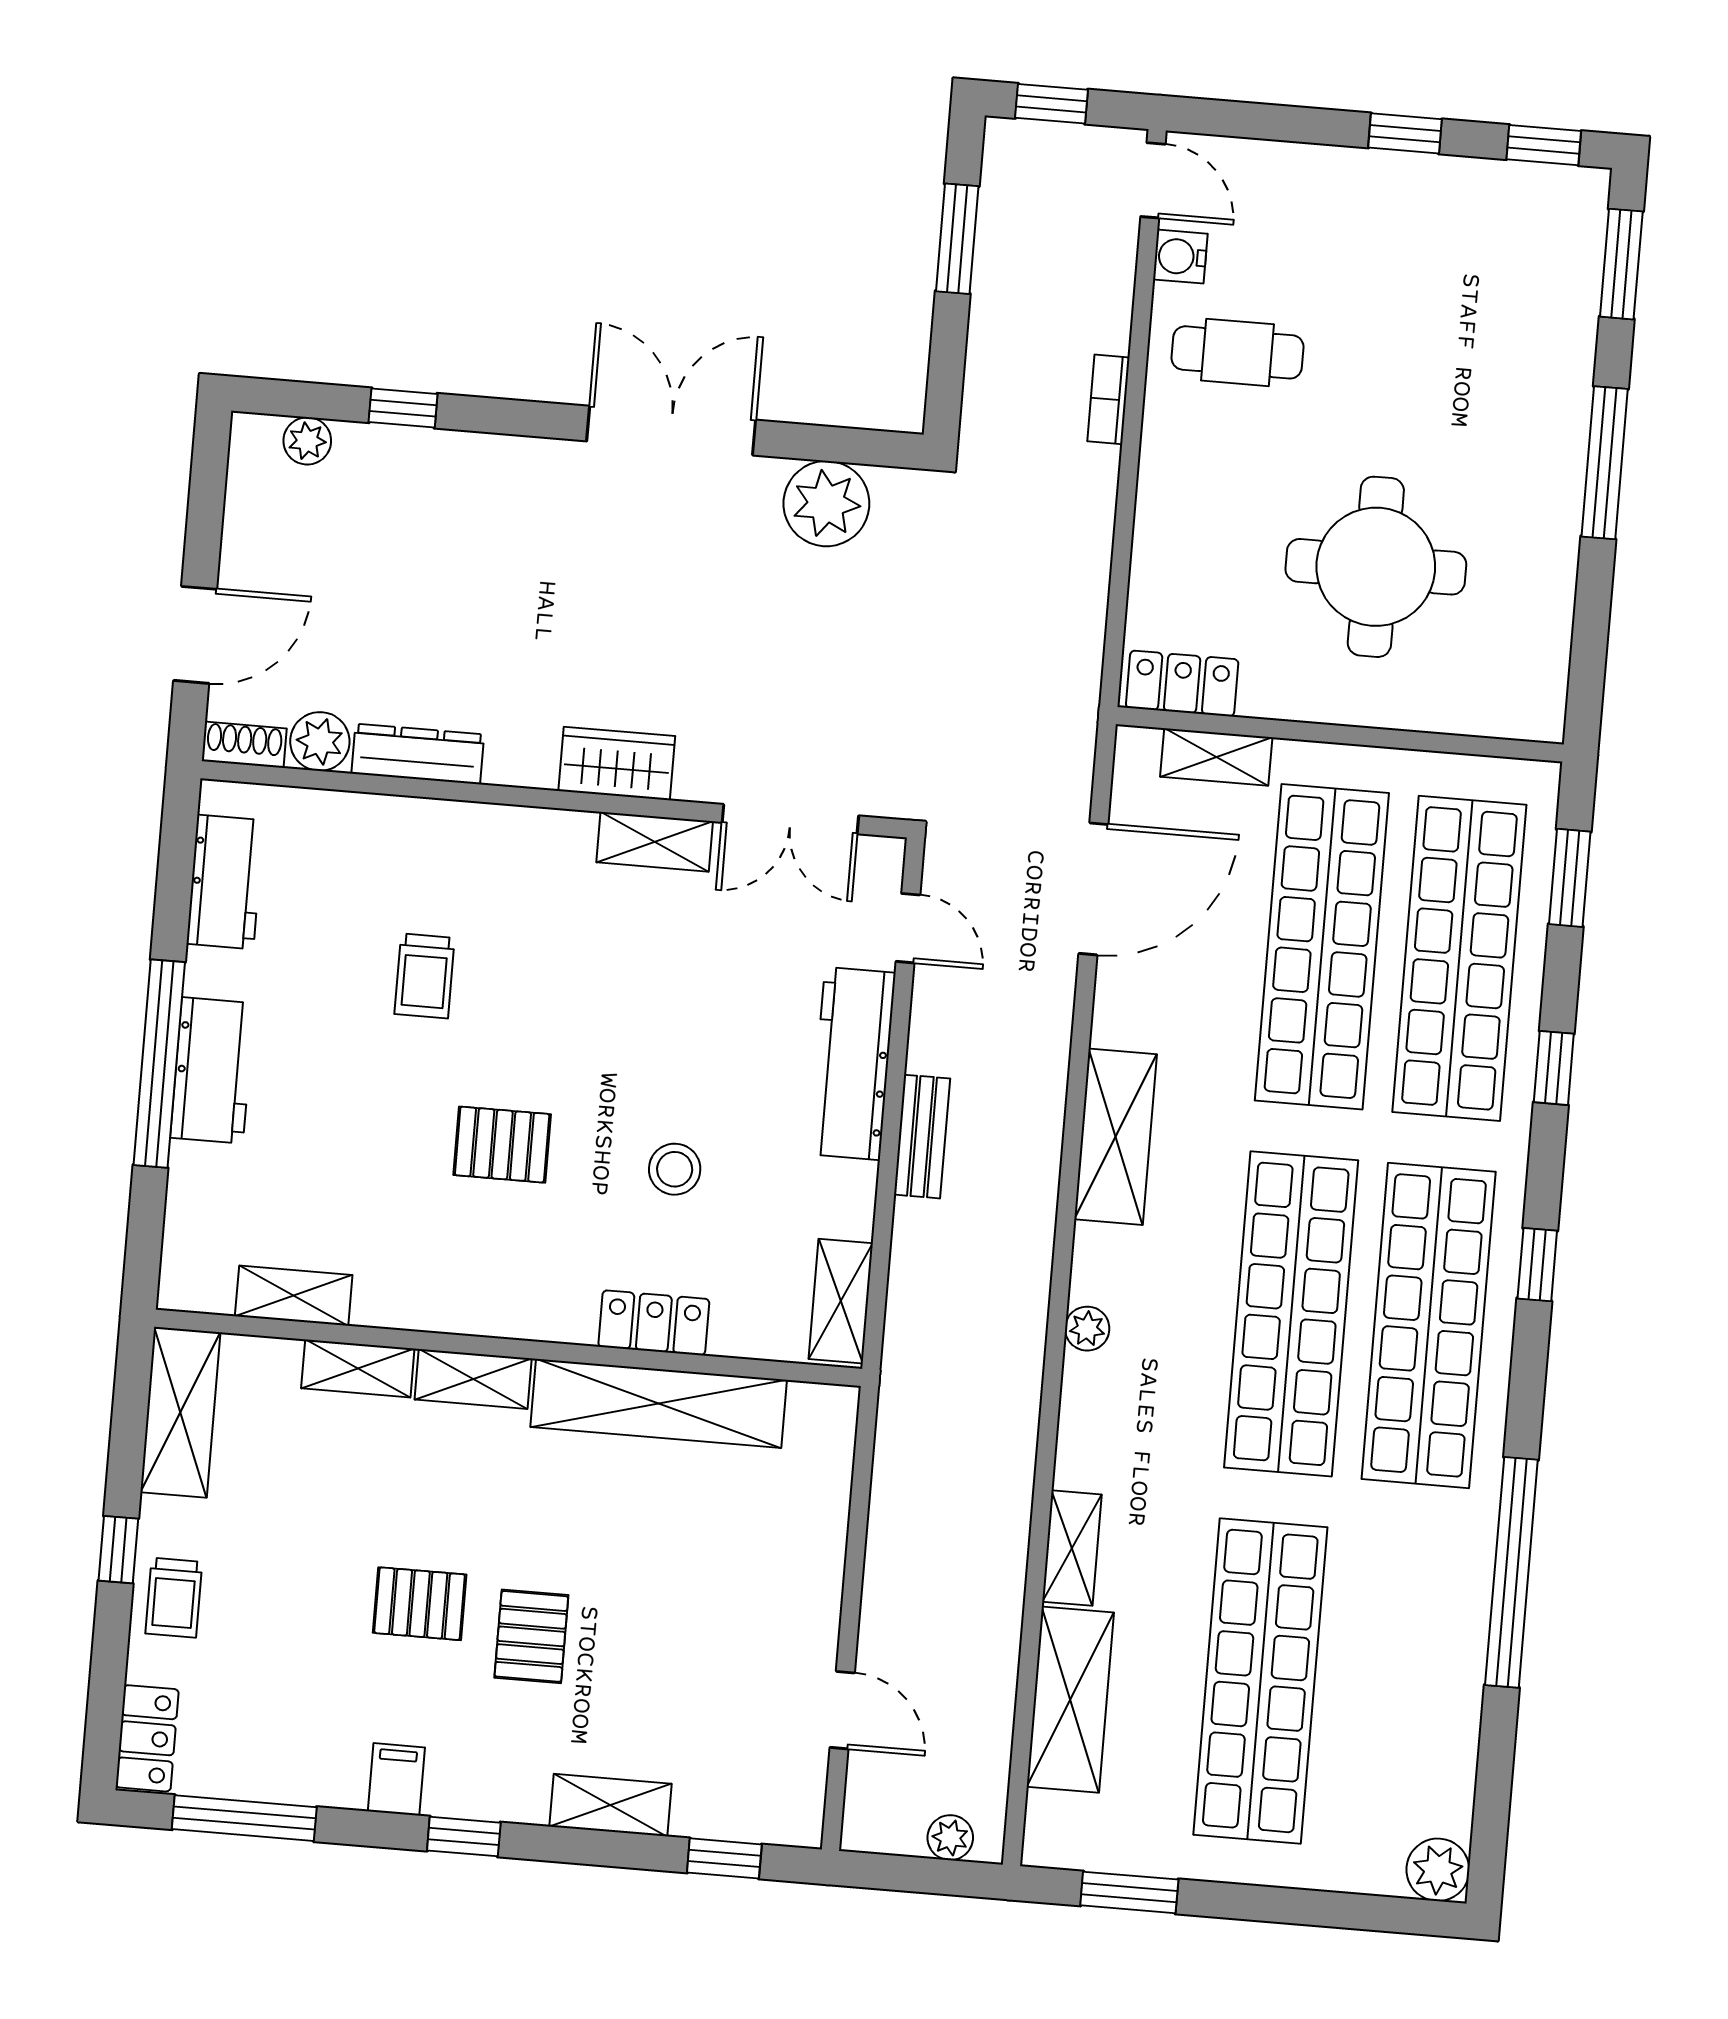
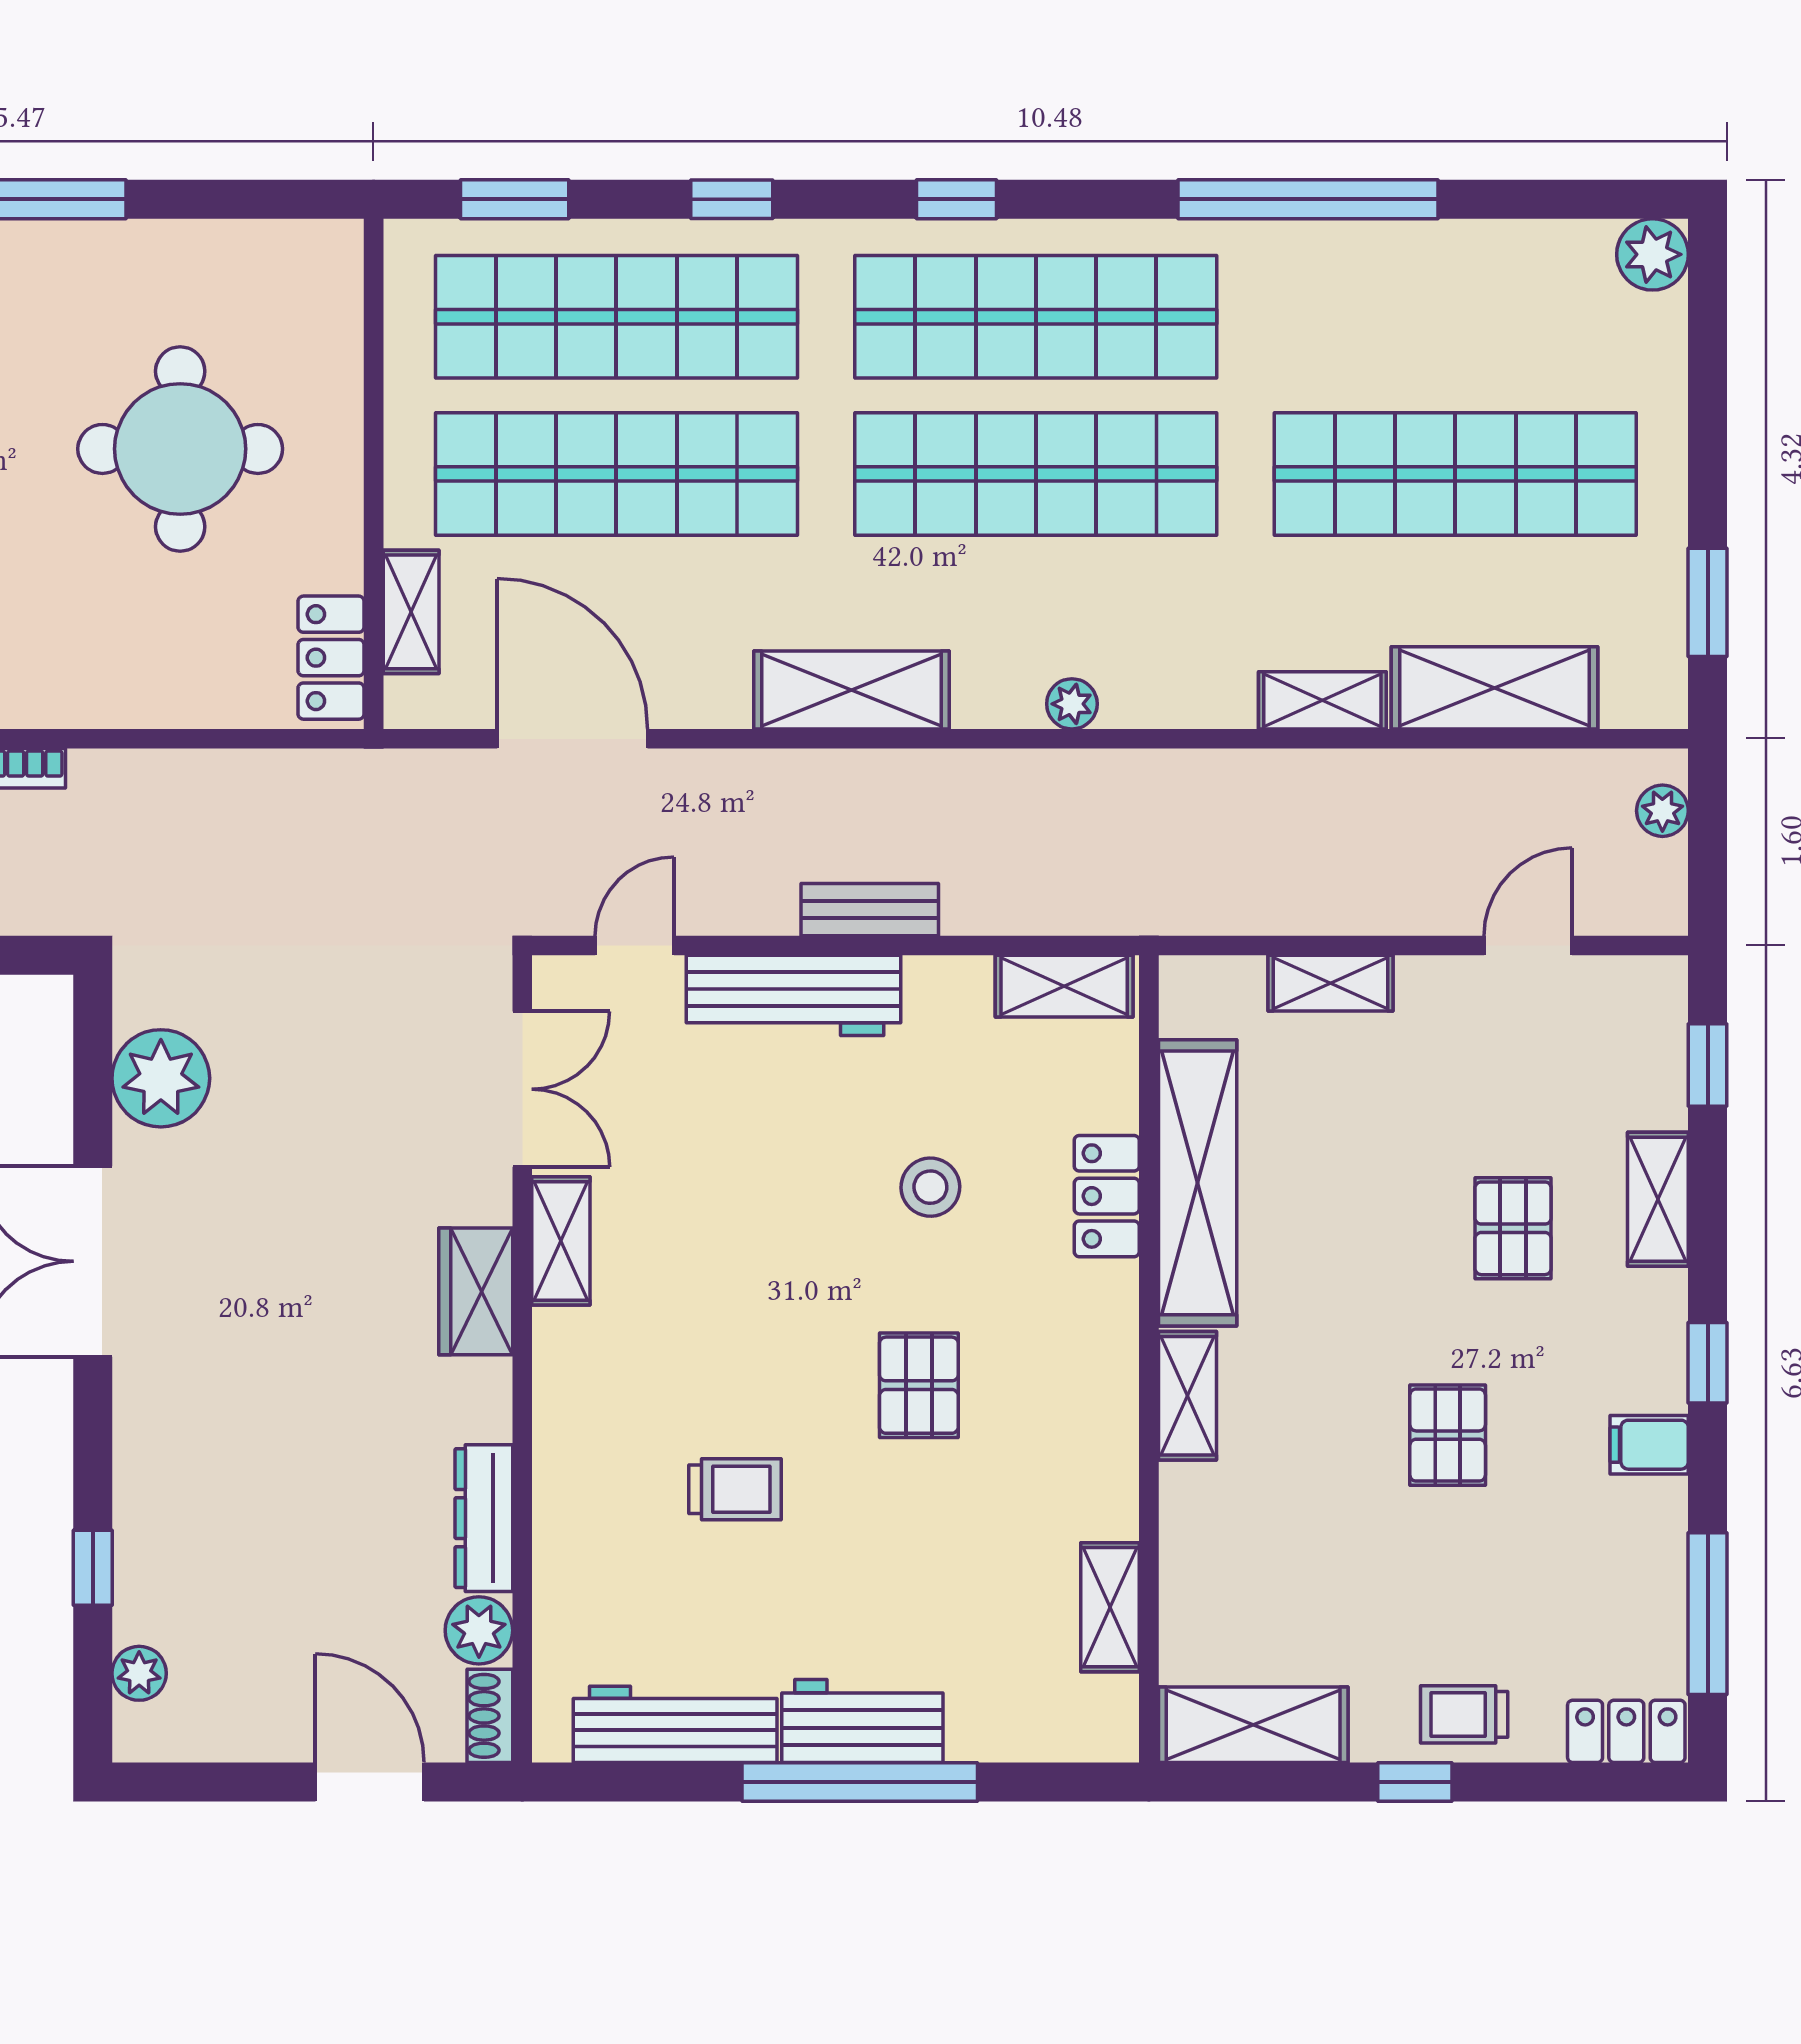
workbench: (225, 882) -> (675, 1724), width x1.37
shelving: (358, 1368) -> (1330, 983), moved, turned 90
trolley: (174, 1598) -> (1464, 1714), turned 180
pallet: (531, 1636) -> (1513, 1228), moved, turned 90

